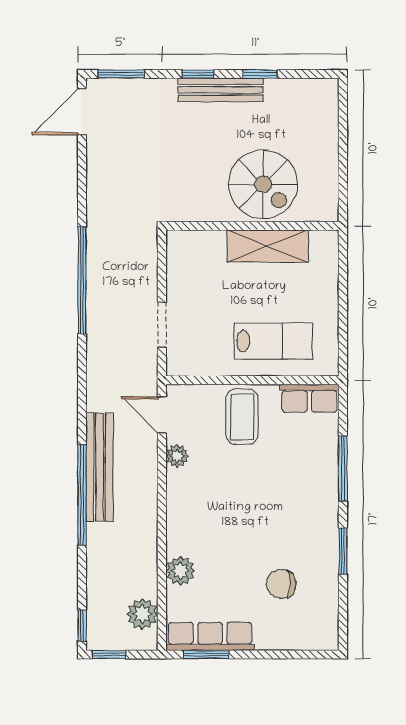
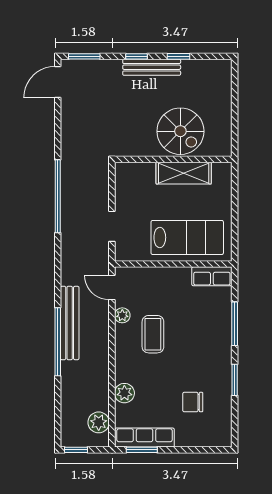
lab bench: (273, 341) -> (187, 237), width x1.36, depth x1.39
coffee table: (242, 417) -> (153, 334), moved
window: (82, 626) -> (58, 430), removed

